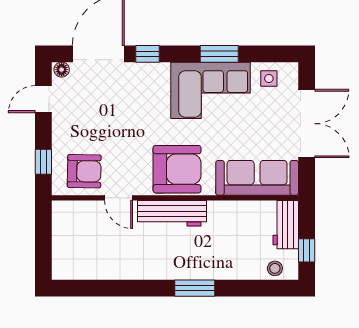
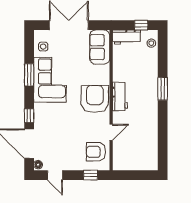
armchair: (84, 171) -> (96, 152), turned -91
sofa: (257, 178) -> (100, 47), width x0.73
workbench: (172, 213) -> (120, 96), width x0.73

